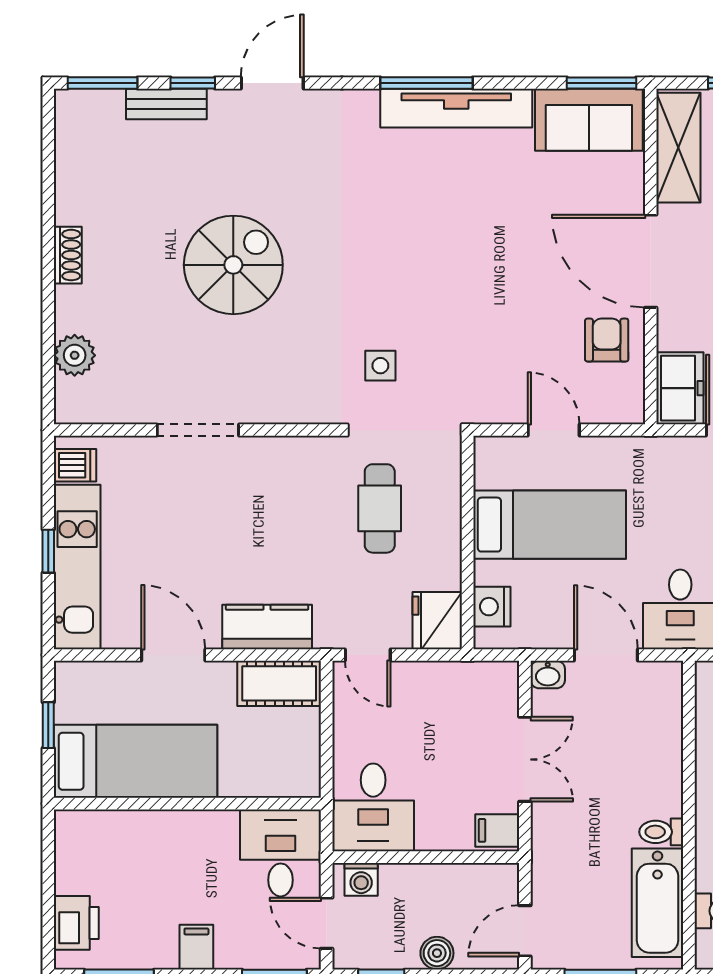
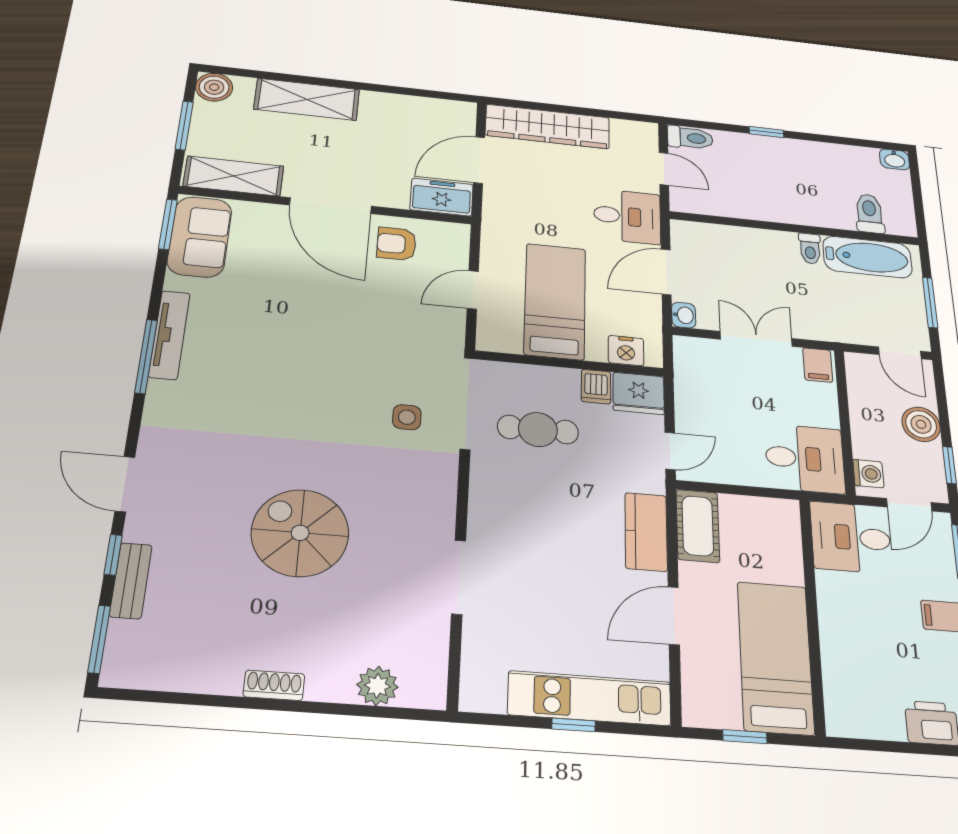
tv unit: (456, 108) -> (169, 335), width x0.73, depth x0.78
door: (651, 261) -> (331, 206), hinge flipped
dishwasher: (75, 465) -> (596, 387), moved, turned 180
boiler: (437, 953) -> (921, 424), width x1.36, depth x1.36

